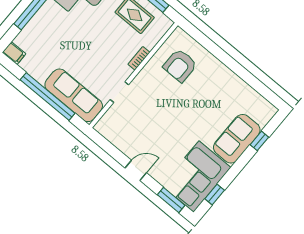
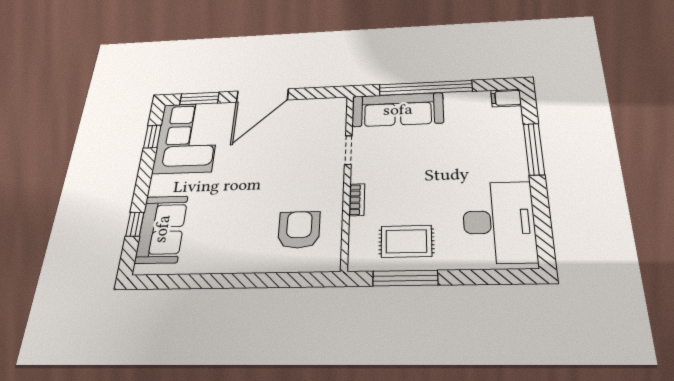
sofa: (237, 139) -> (162, 229), moved
door: (136, 170) -> (262, 95), width x1.87

